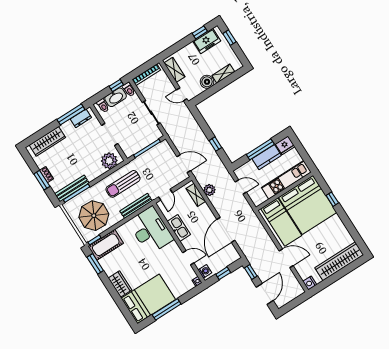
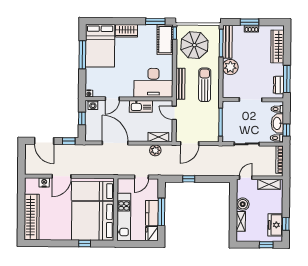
plant: (109, 161) -> (230, 67), moved
nightstand: (310, 283) -> (44, 182), moved

